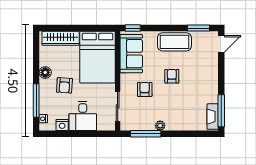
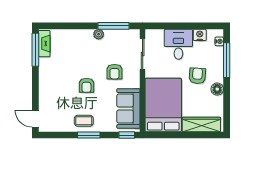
window: (198, 28) -> (89, 135), moved
coffee table: (174, 42) -> (84, 121), width x0.54, depth x0.58
door: (221, 44) -> (35, 119), hinge flipped

